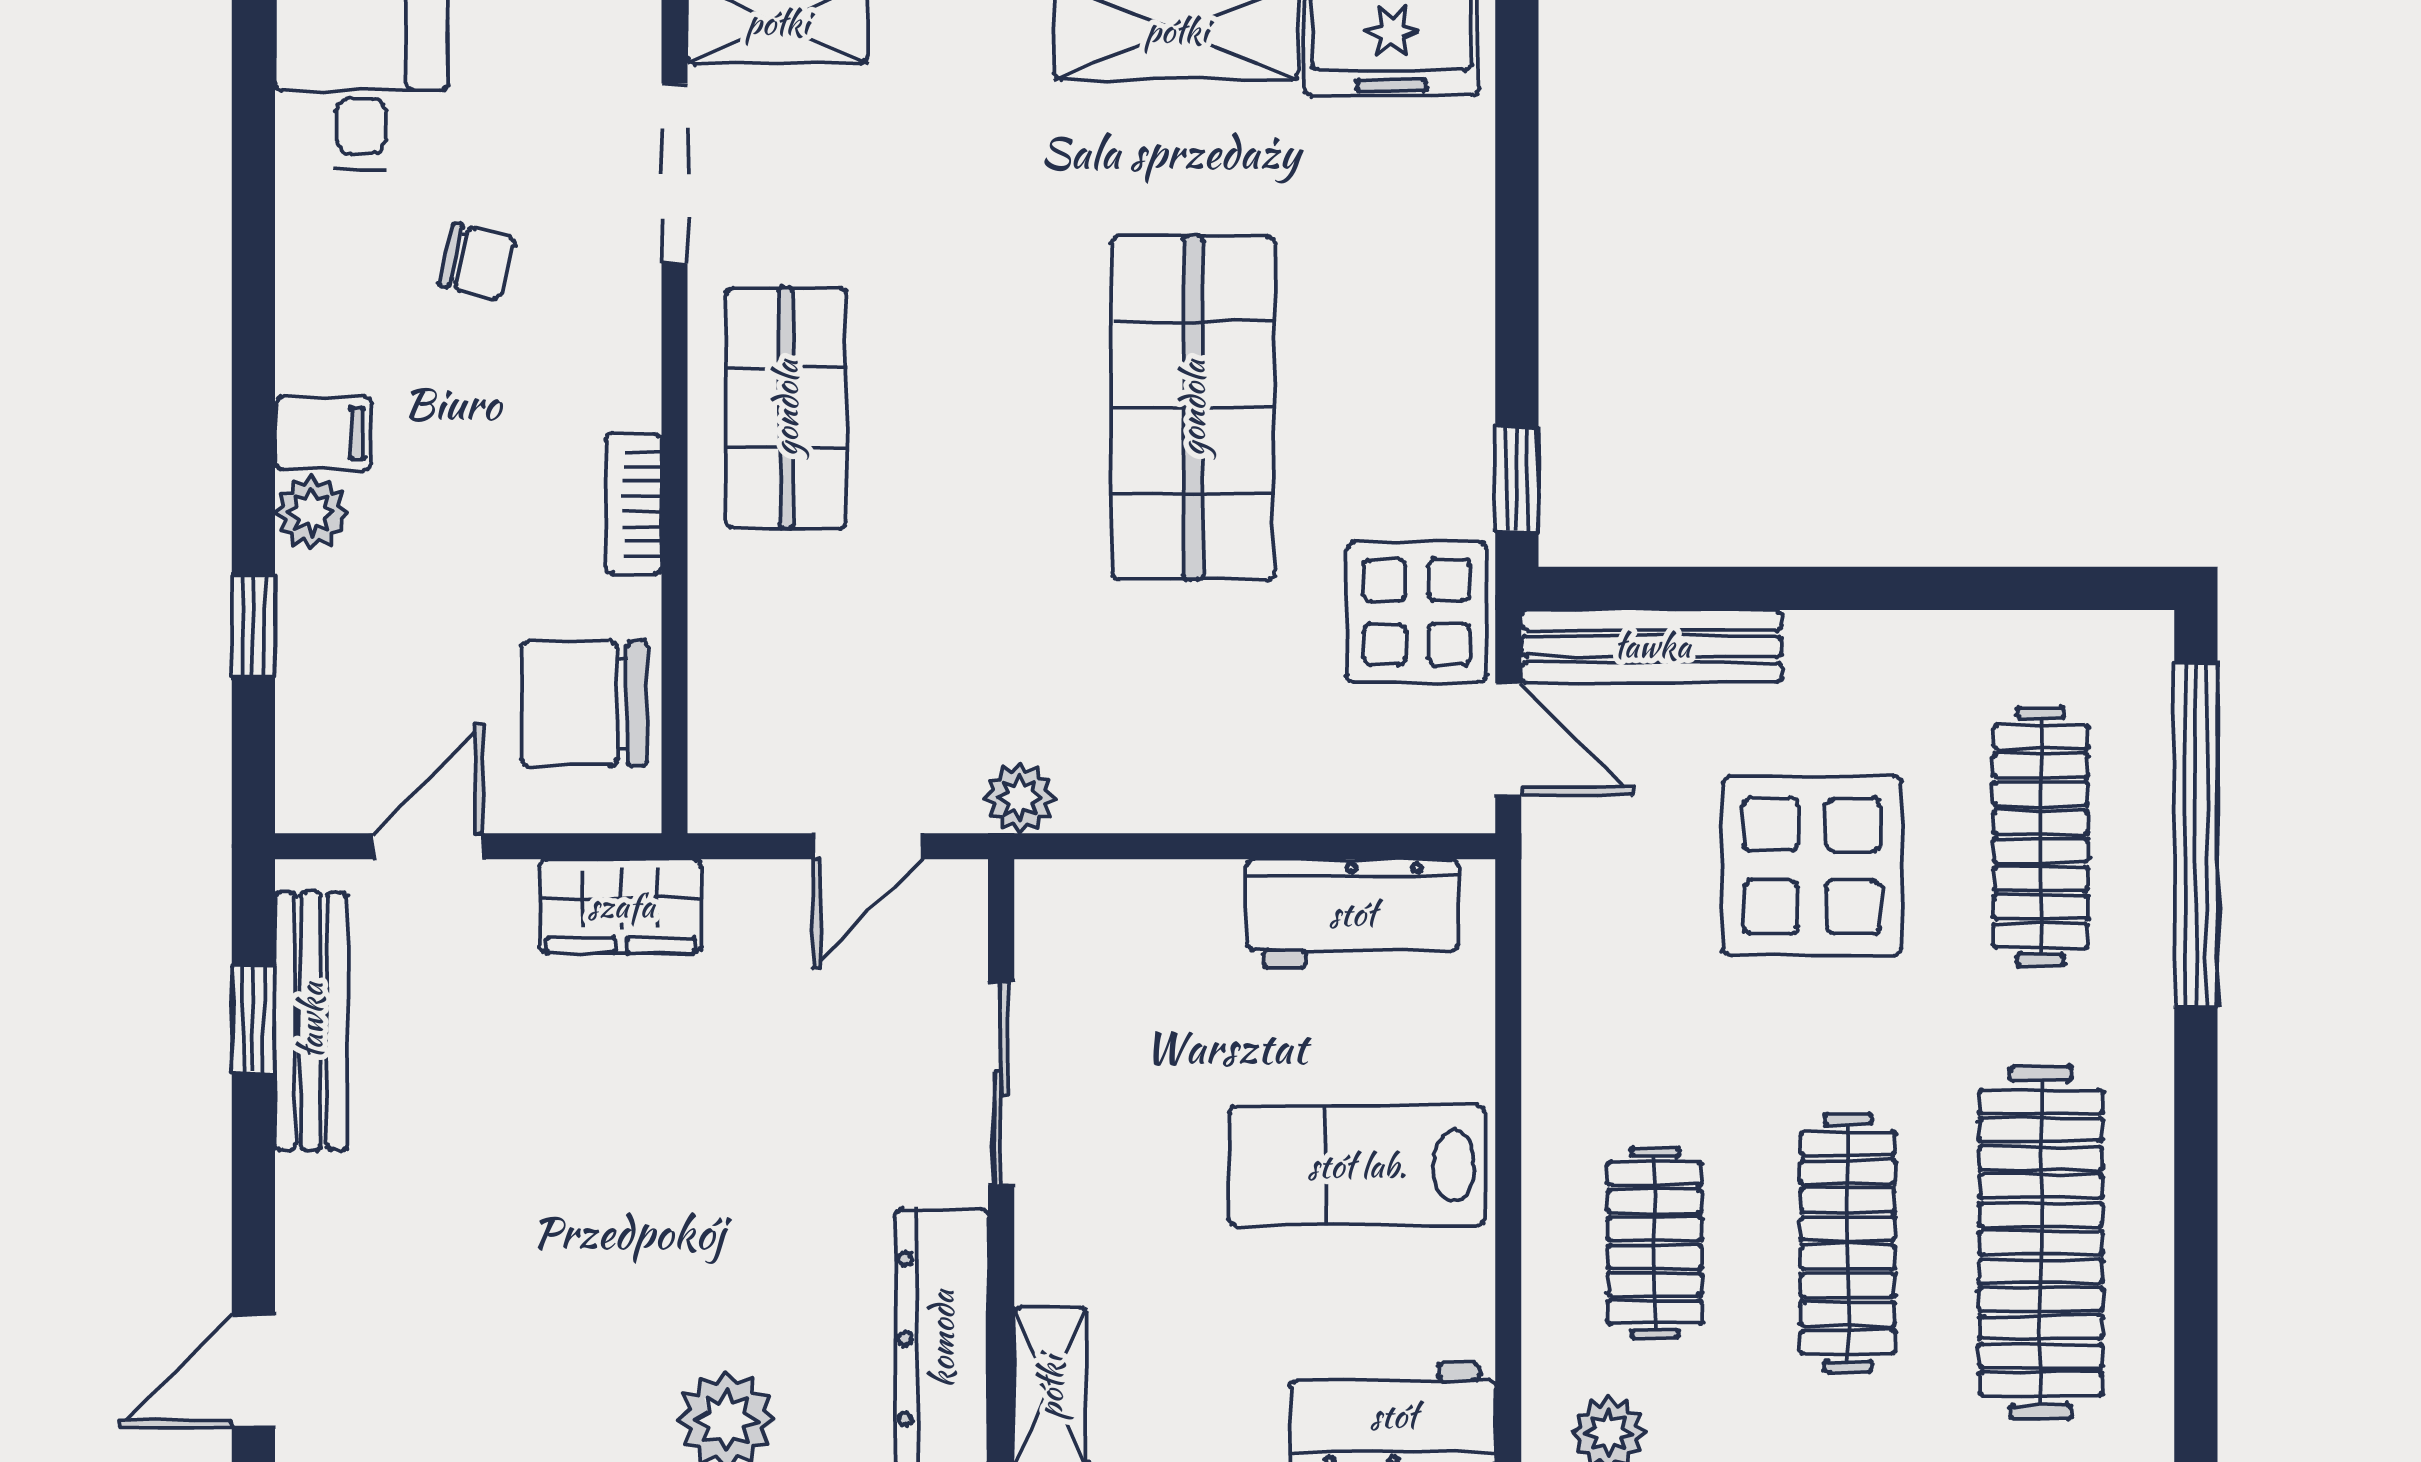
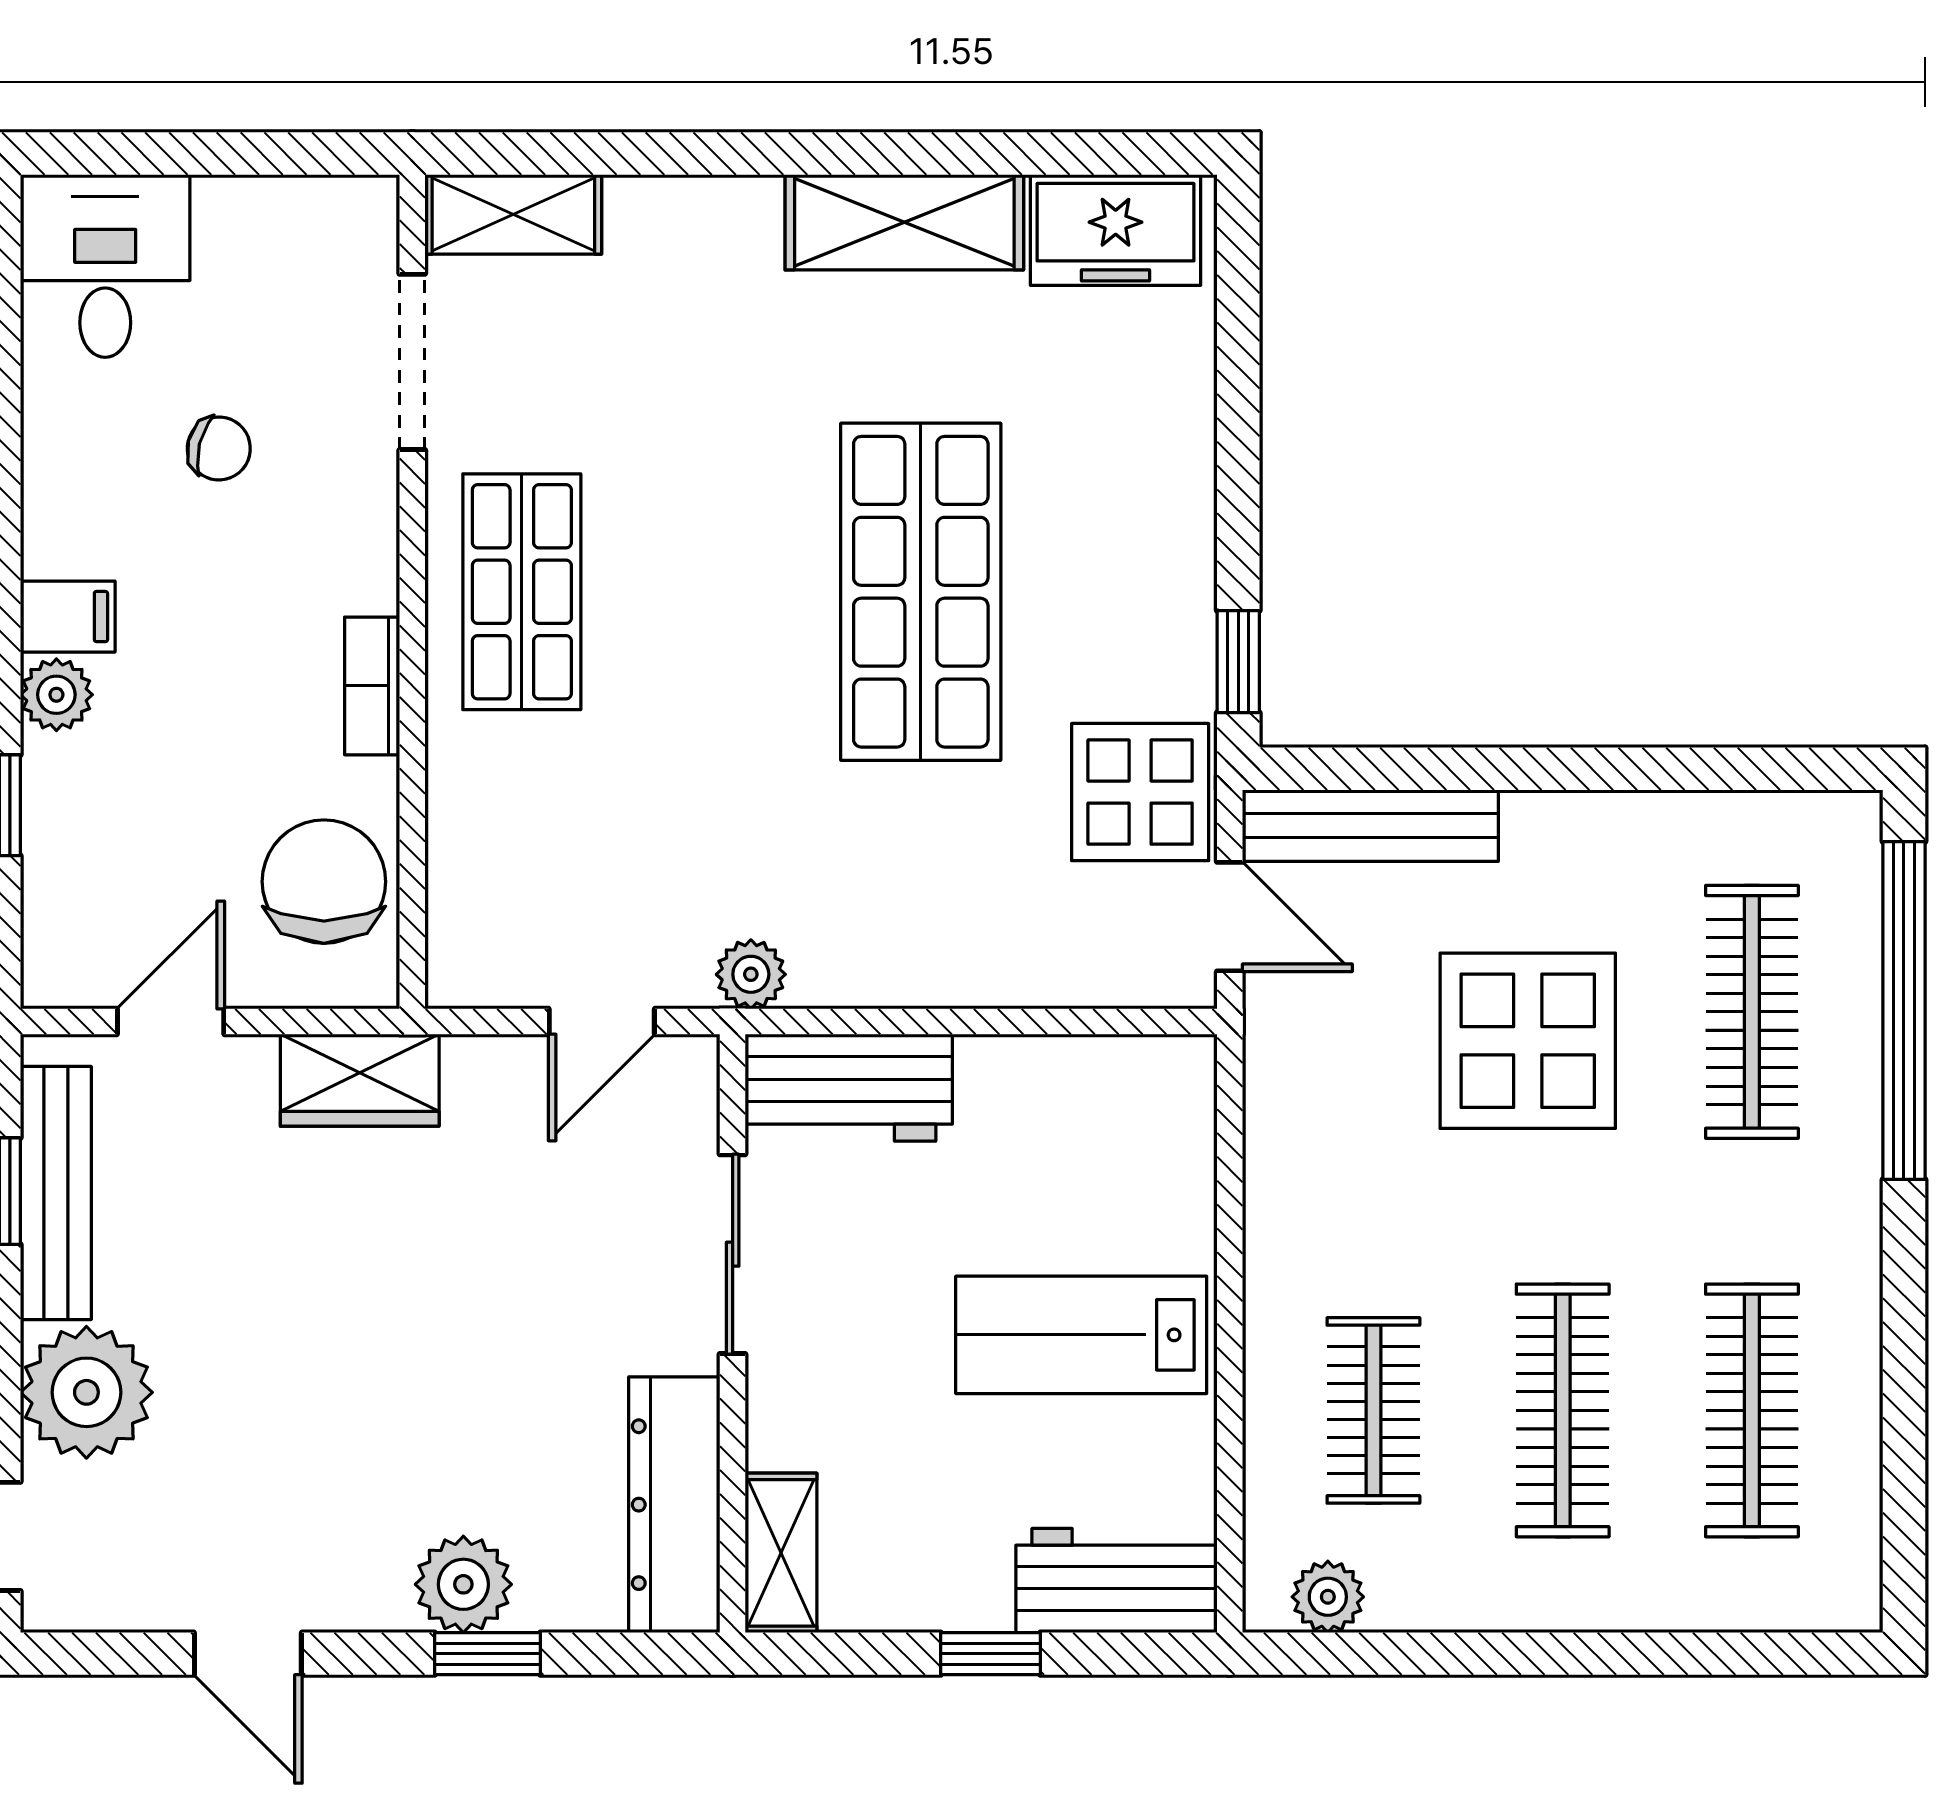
chair: (584, 703) -> (324, 882), turned 90
workbench: (1352, 914) -> (849, 1088), moved
plant: (342, 1224) -> (86, 1392), added
clothes rail: (2041, 1243) -> (1752, 1410), width x0.73, depth x0.76

